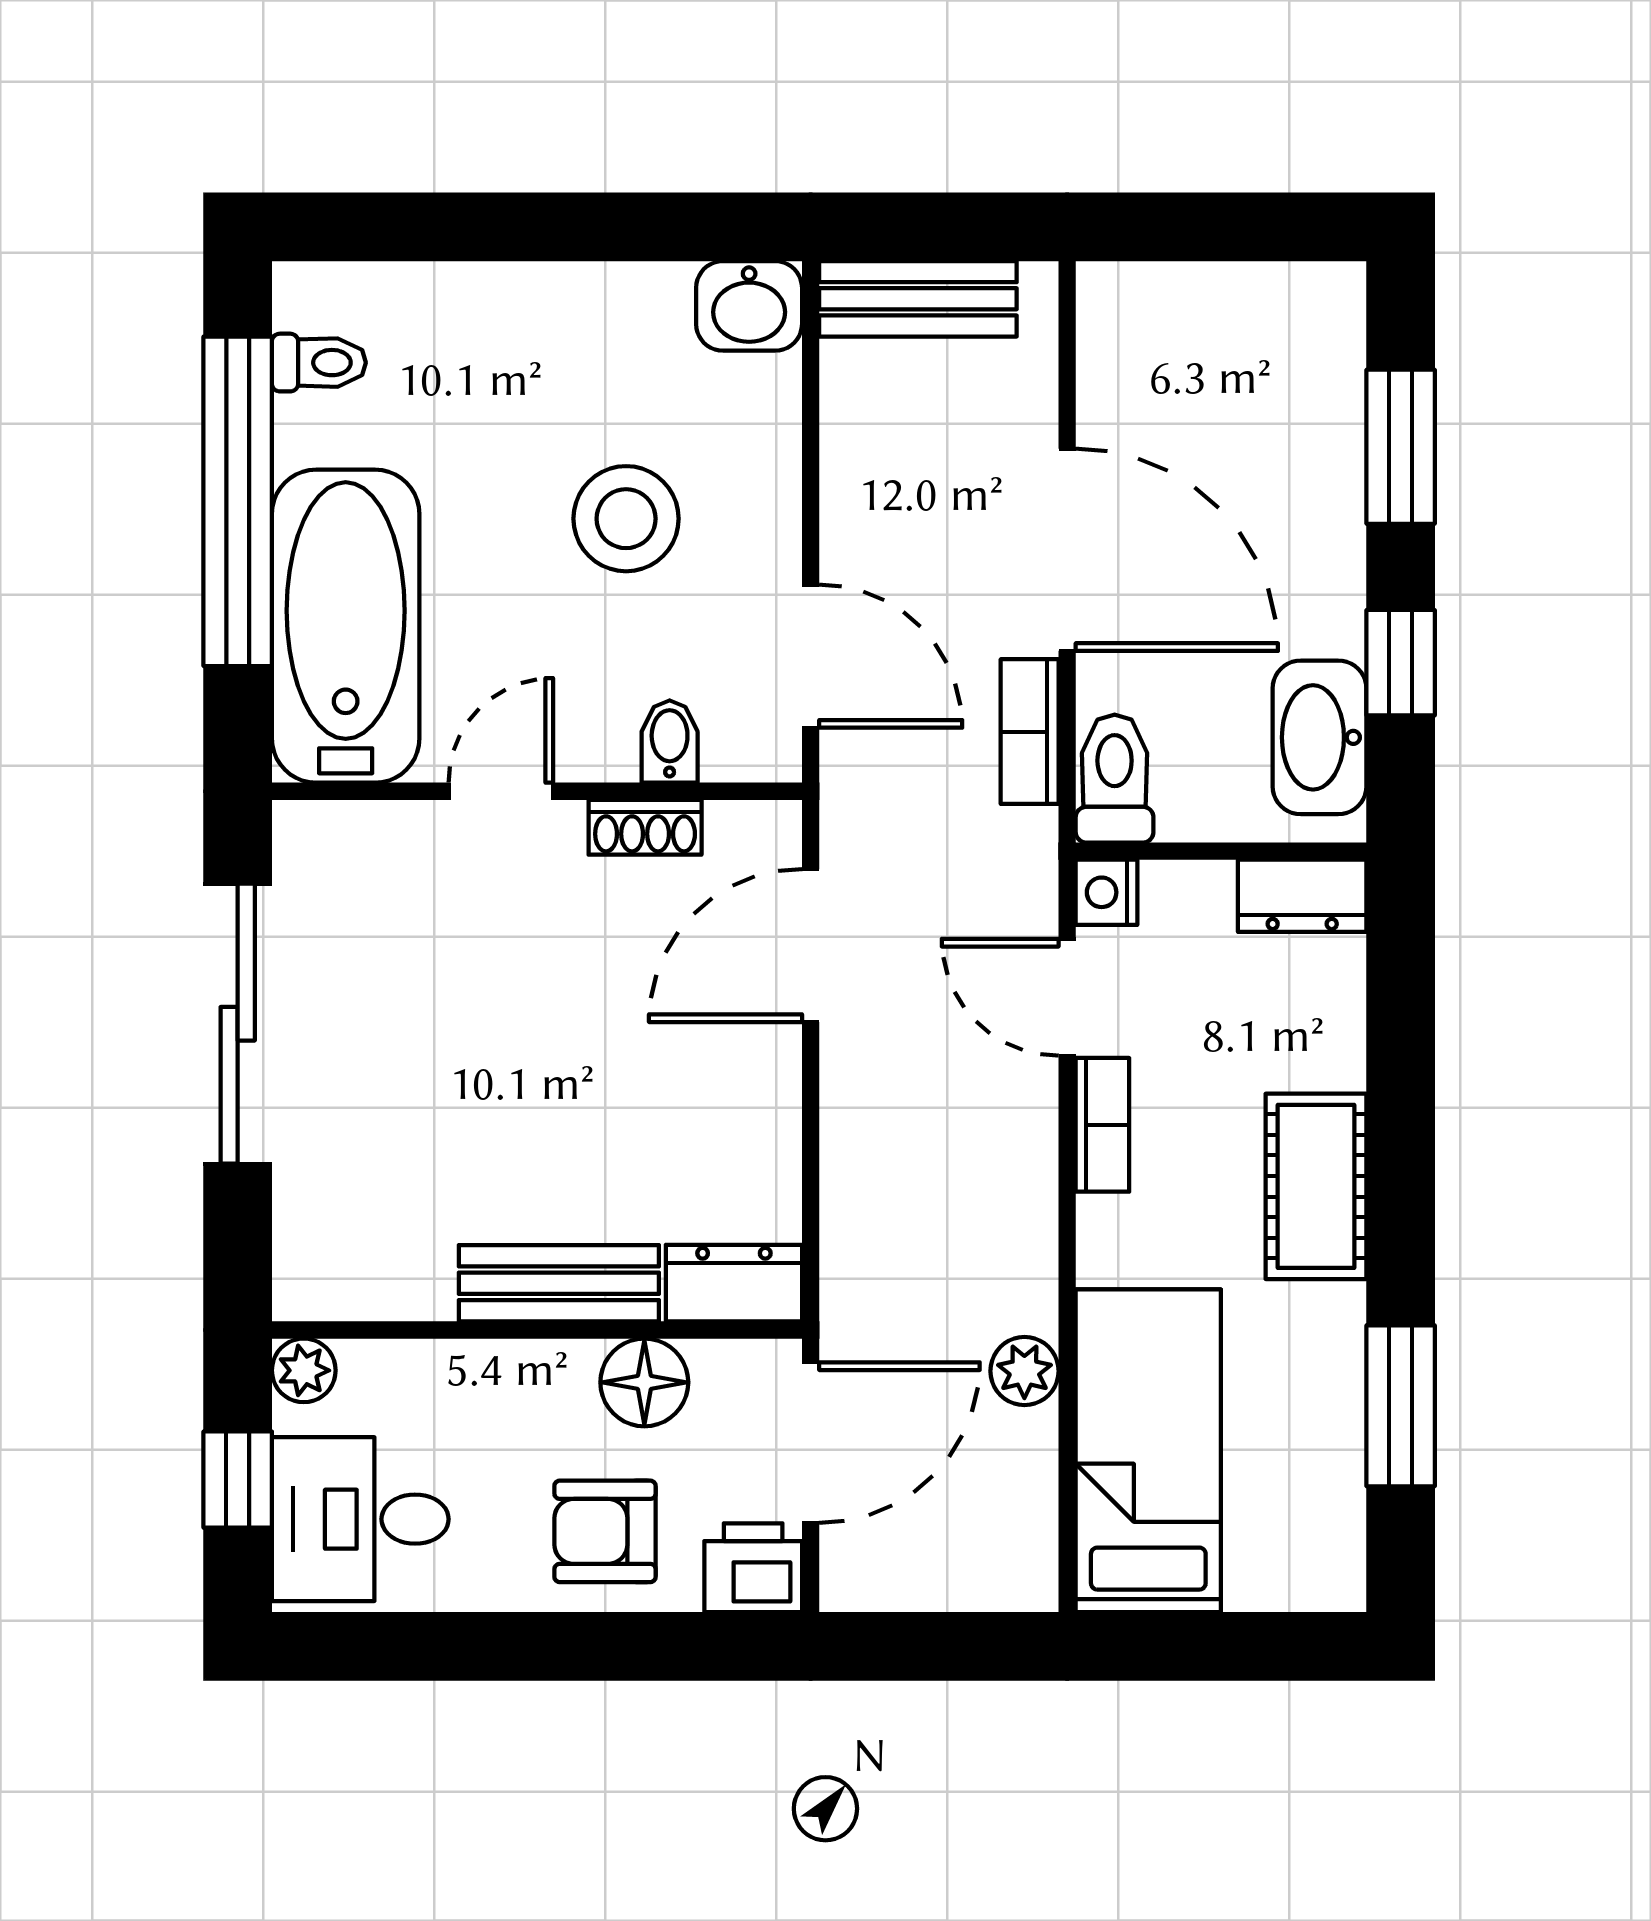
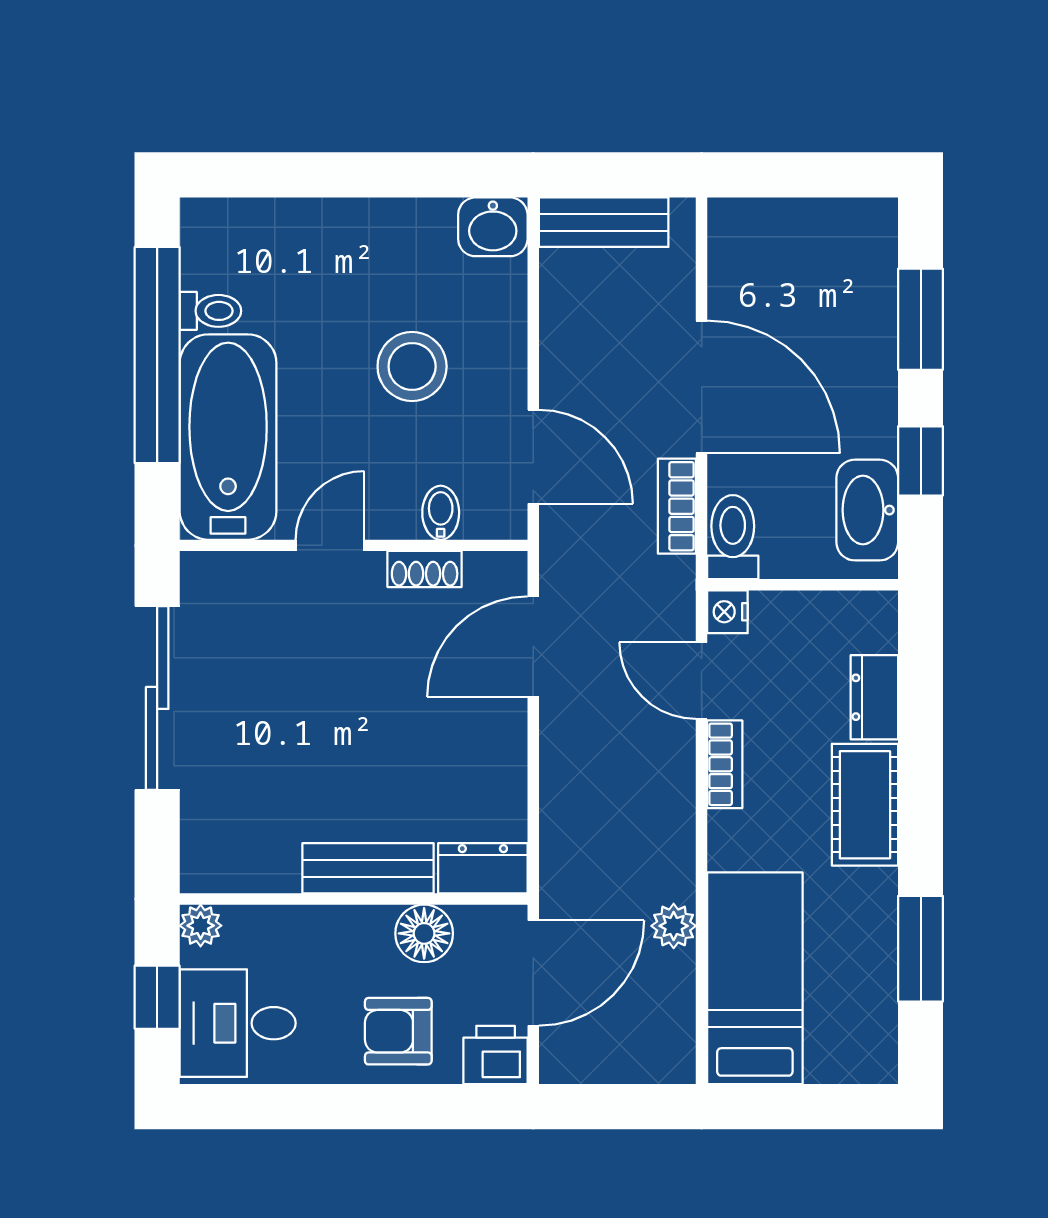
toilet: (319, 363) -> (210, 311), moved
dresser: (1302, 896) -> (874, 697), moved, turned 90

